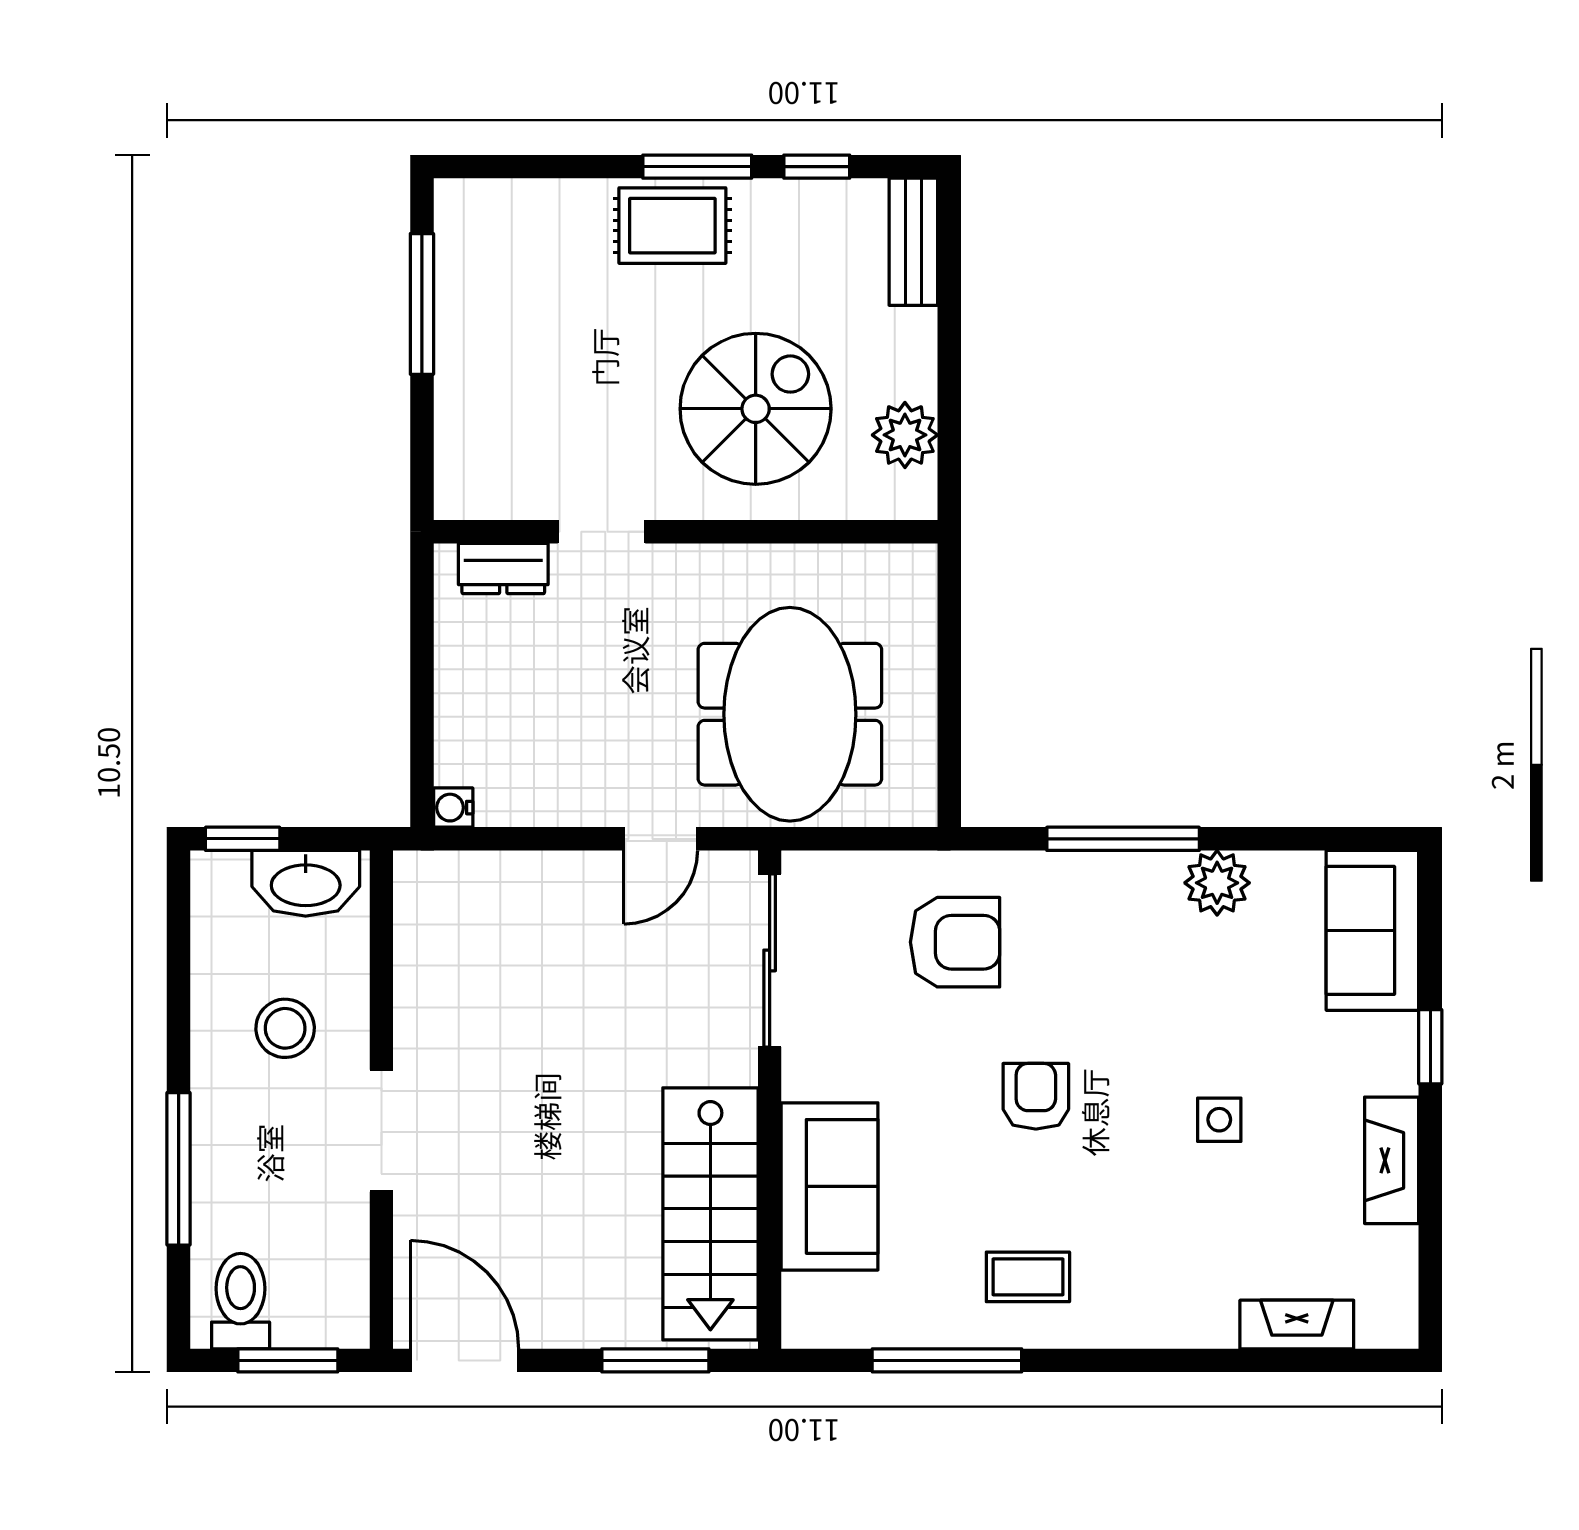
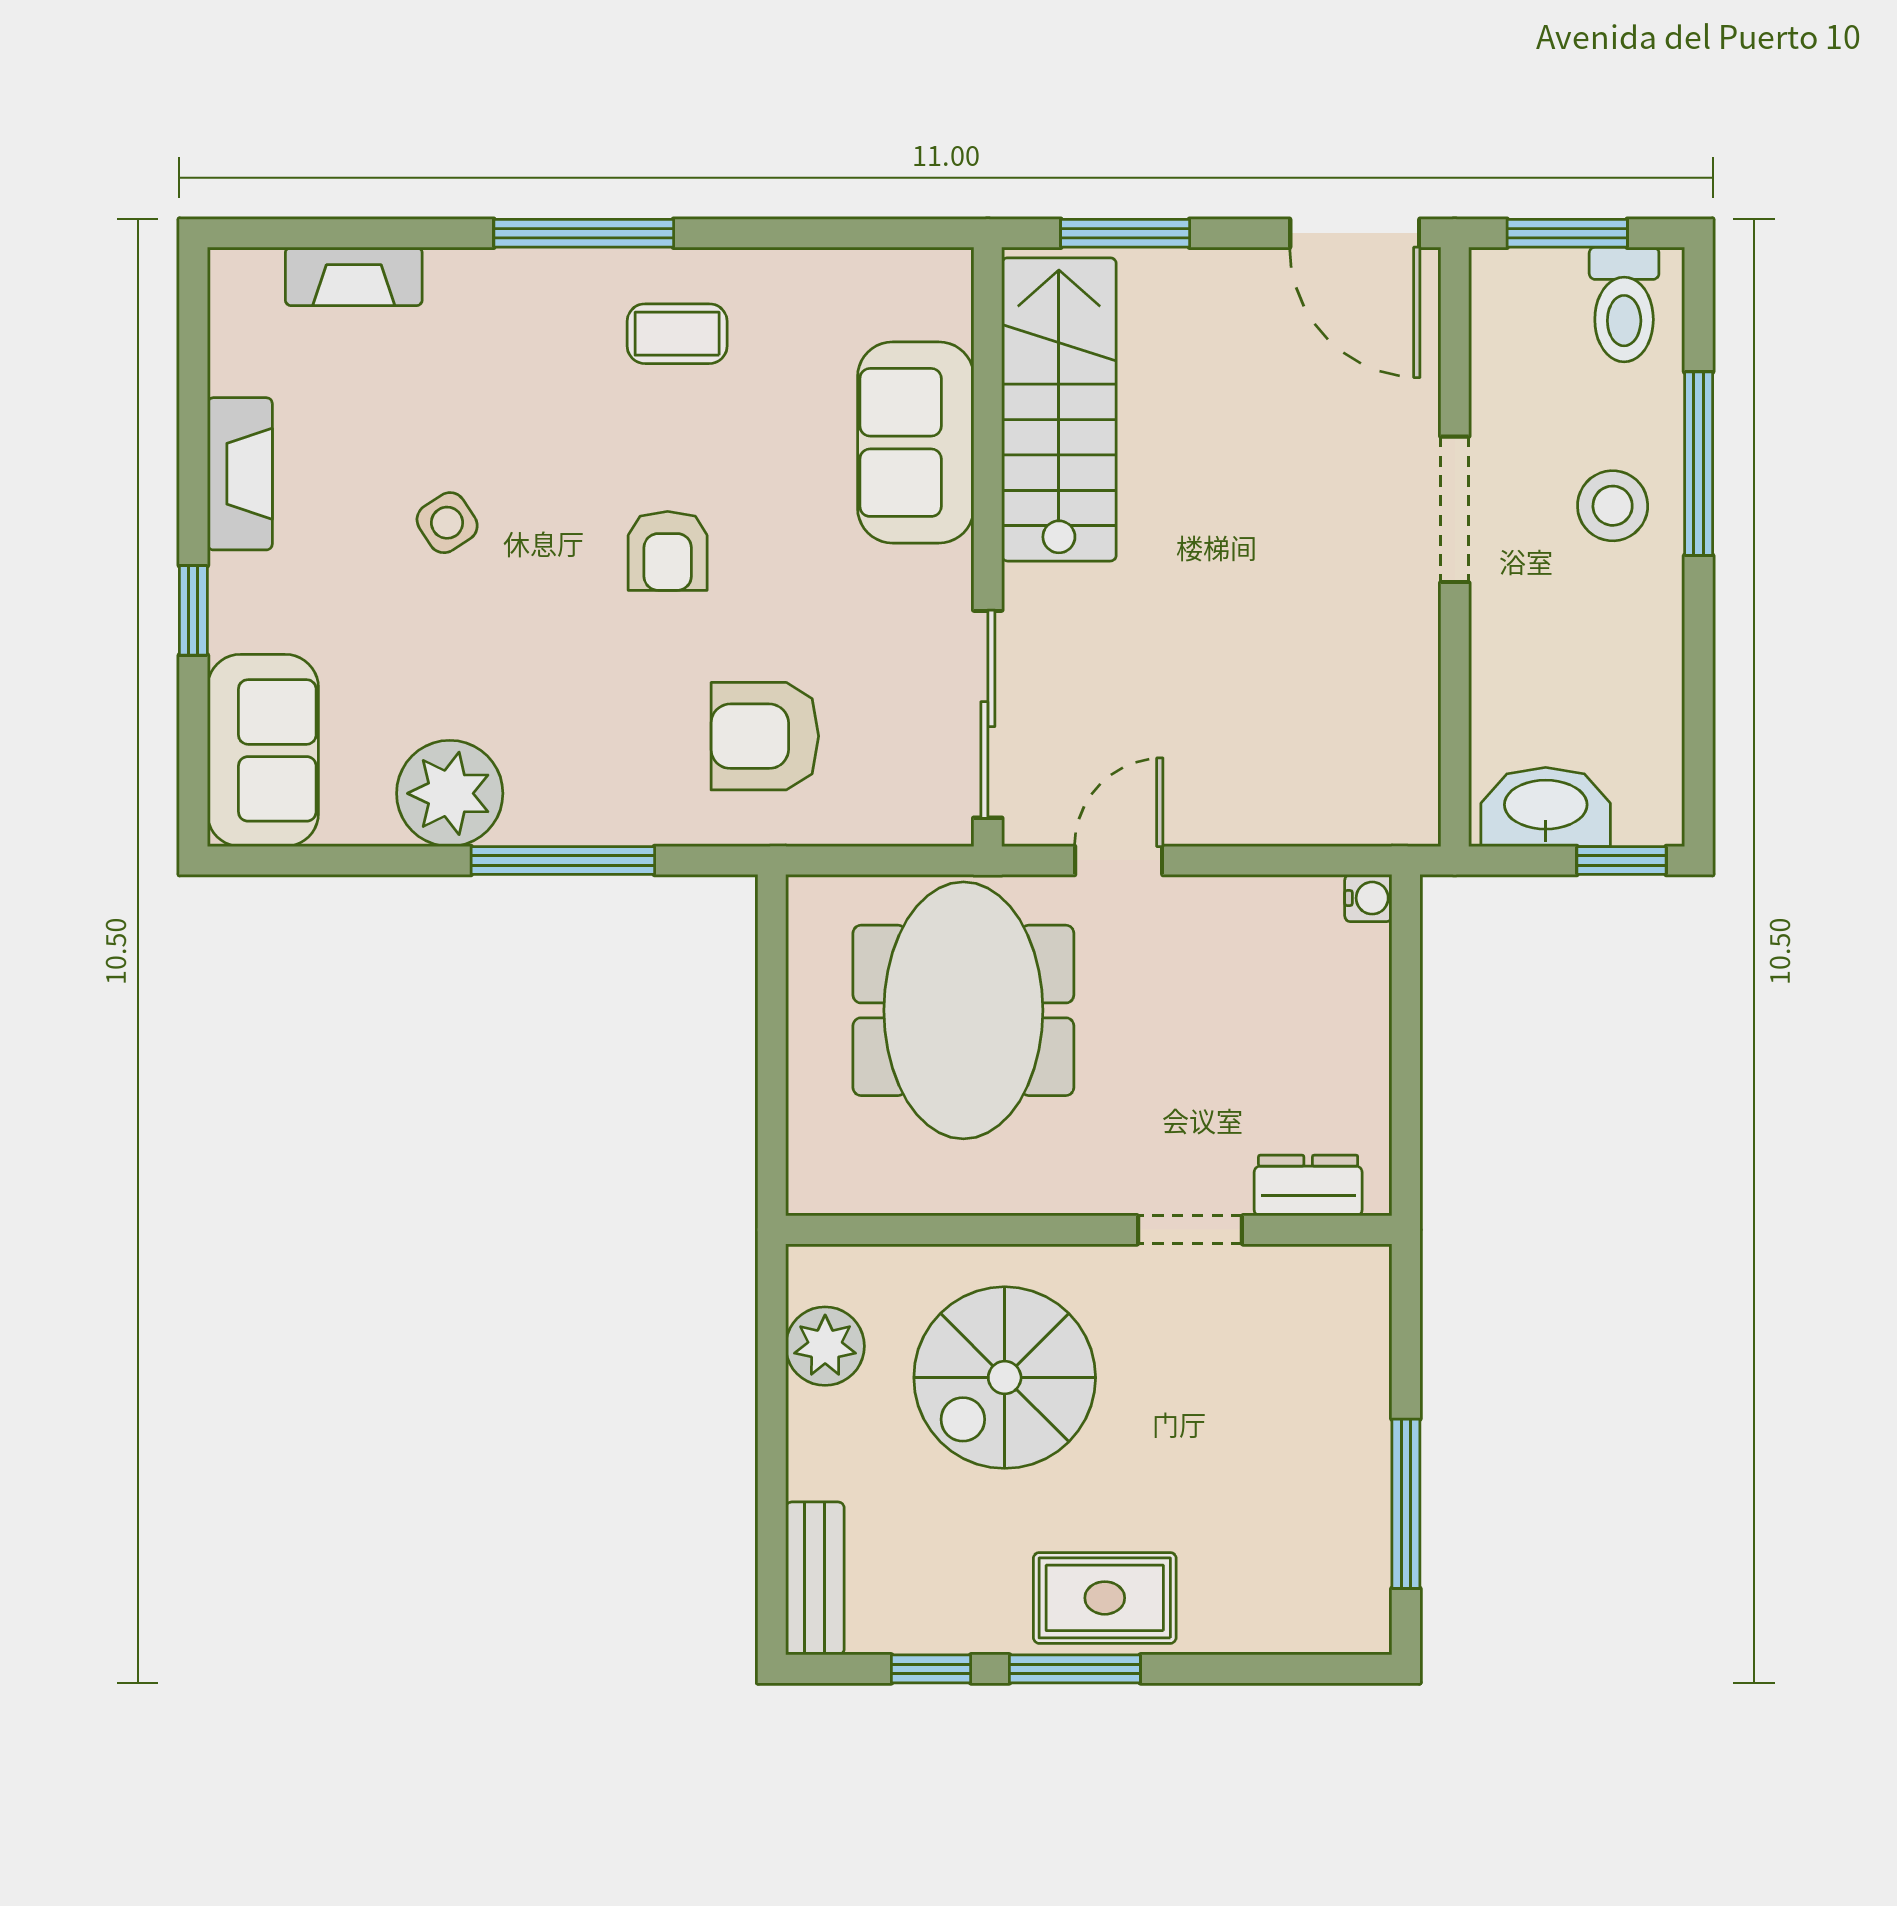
plant: (1217, 883) -> (450, 793), width x1.36, depth x1.36
stool: (285, 1028) -> (1613, 506), moved
side table: (1219, 1120) -> (447, 523), turned -33
window: (947, 1360) -> (584, 233), moved

